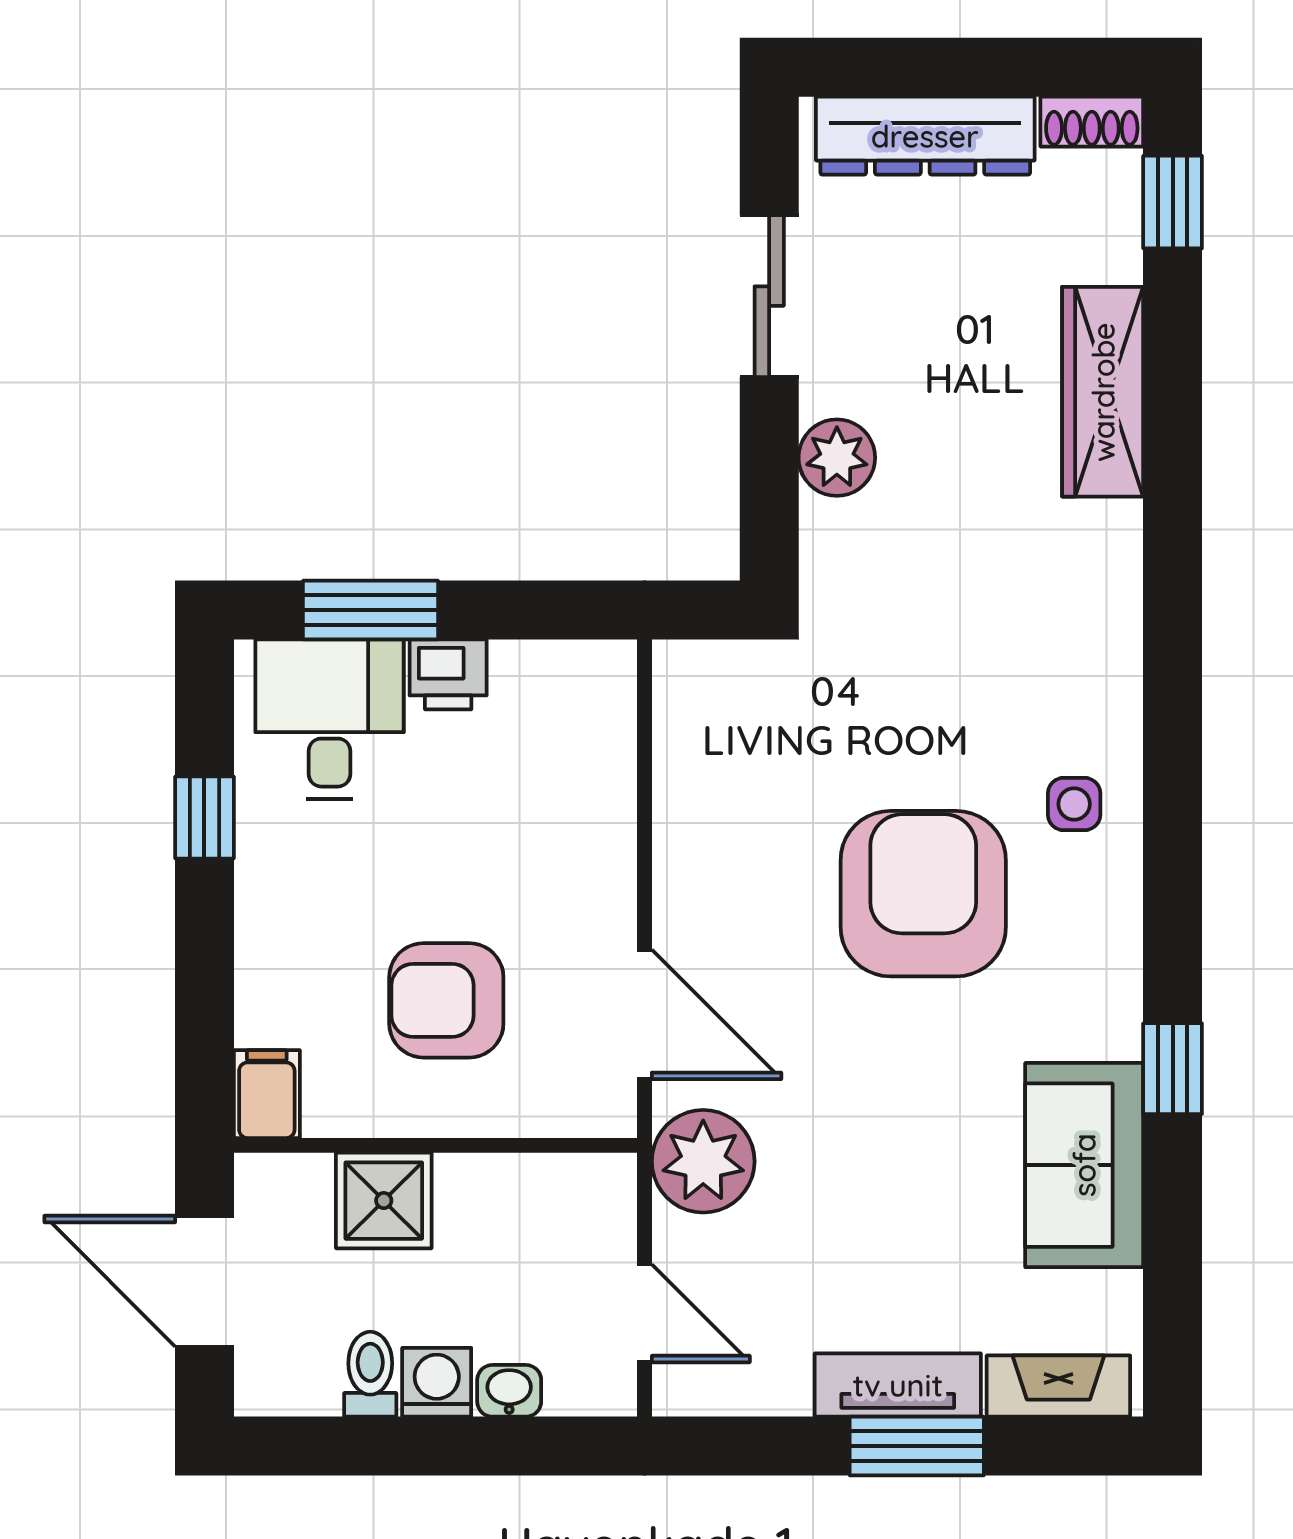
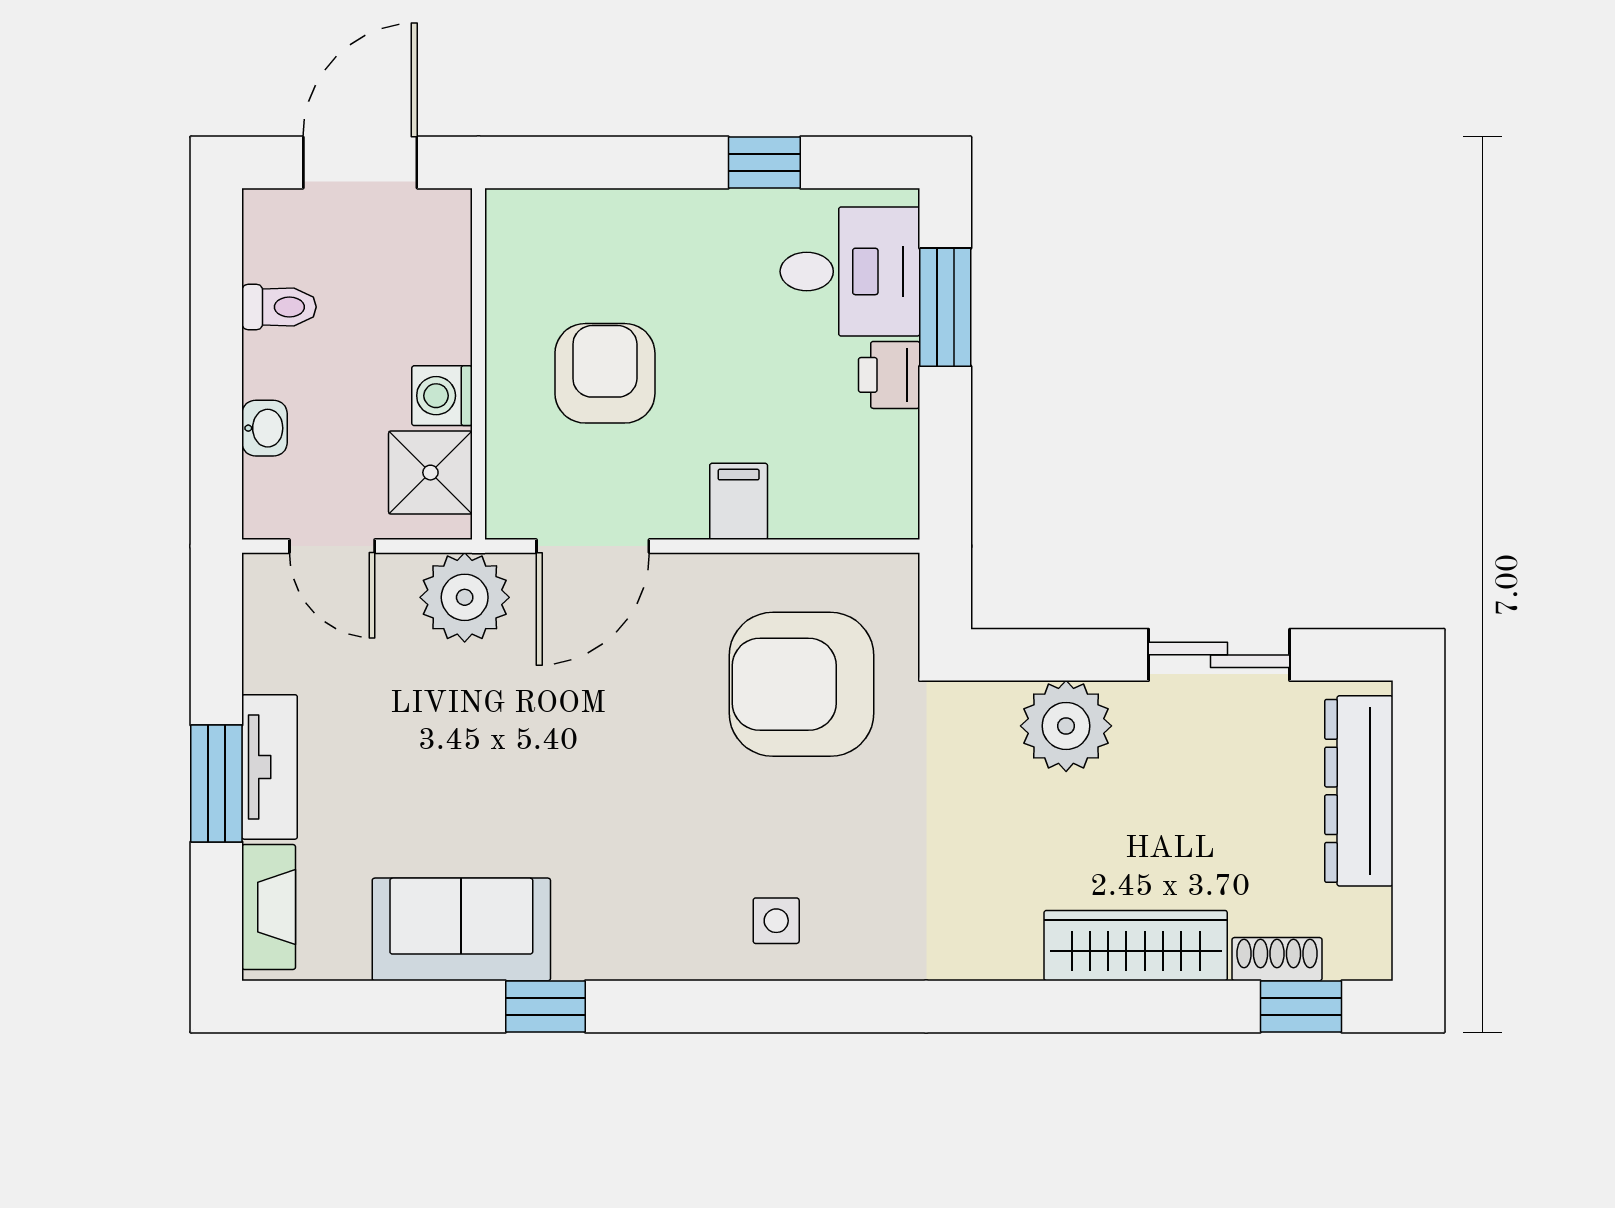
shoe rack: (1092, 122) -> (1277, 959), moved, turned 90
plant: (837, 458) -> (1066, 726), width x1.36, depth x1.36
armchair: (923, 894) -> (802, 684), moved, turned 180
filing cabinet: (267, 1094) -> (739, 501), moved, turned -90
shower: (384, 1201) -> (430, 473), moved
door: (645, 1313) -> (332, 546), hinge flipped
washing machine: (437, 1382) -> (442, 396), moved, turned 180

